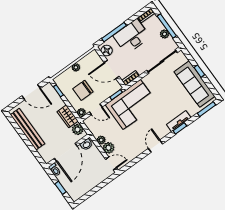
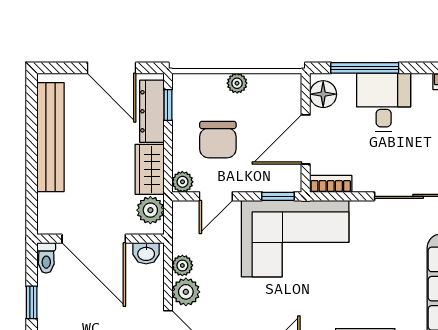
desk: (132, 36) -> (384, 102), width x0.73
door: (112, 69) -> (306, 139), hinge flipped
chair: (83, 90) -> (218, 140), turned -90
dresser: (55, 97) -> (152, 111), added
door: (96, 109) -> (216, 196), hinge flipped
door: (66, 152) -> (94, 239), hinge flipped

